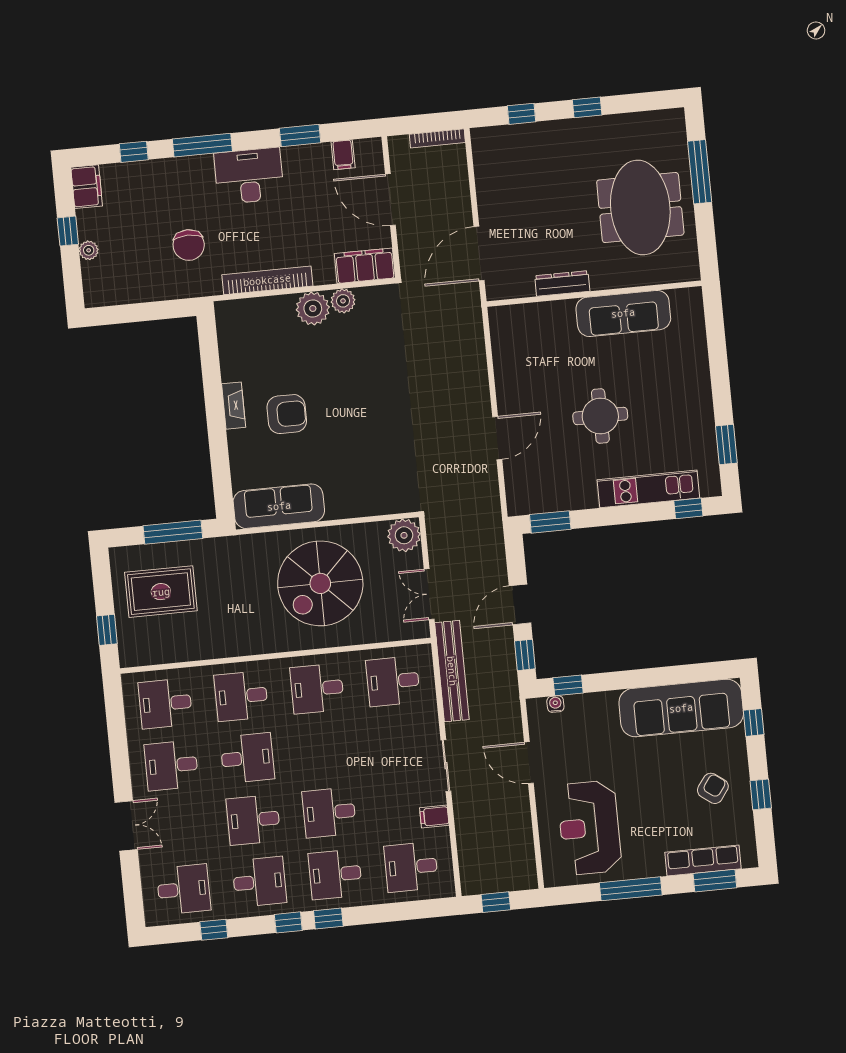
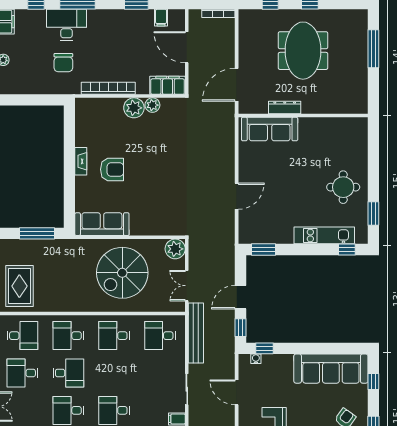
desk: (249, 176) -> (66, 25), moved
meeting table: (640, 208) -> (303, 51), moved
sofa: (623, 313) -> (270, 129), moved
round table: (600, 416) -> (343, 187), moved
rug: (161, 592) -> (19, 286), moved, turned 90
desk: (165, 704) -> (22, 336), turned 180

